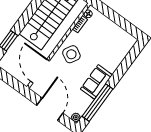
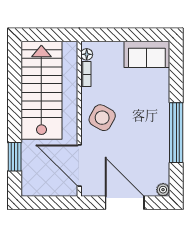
sofa: (96, 82) -> (147, 54), moved, turned -90
window: (98, 103) -> (176, 133), moved

